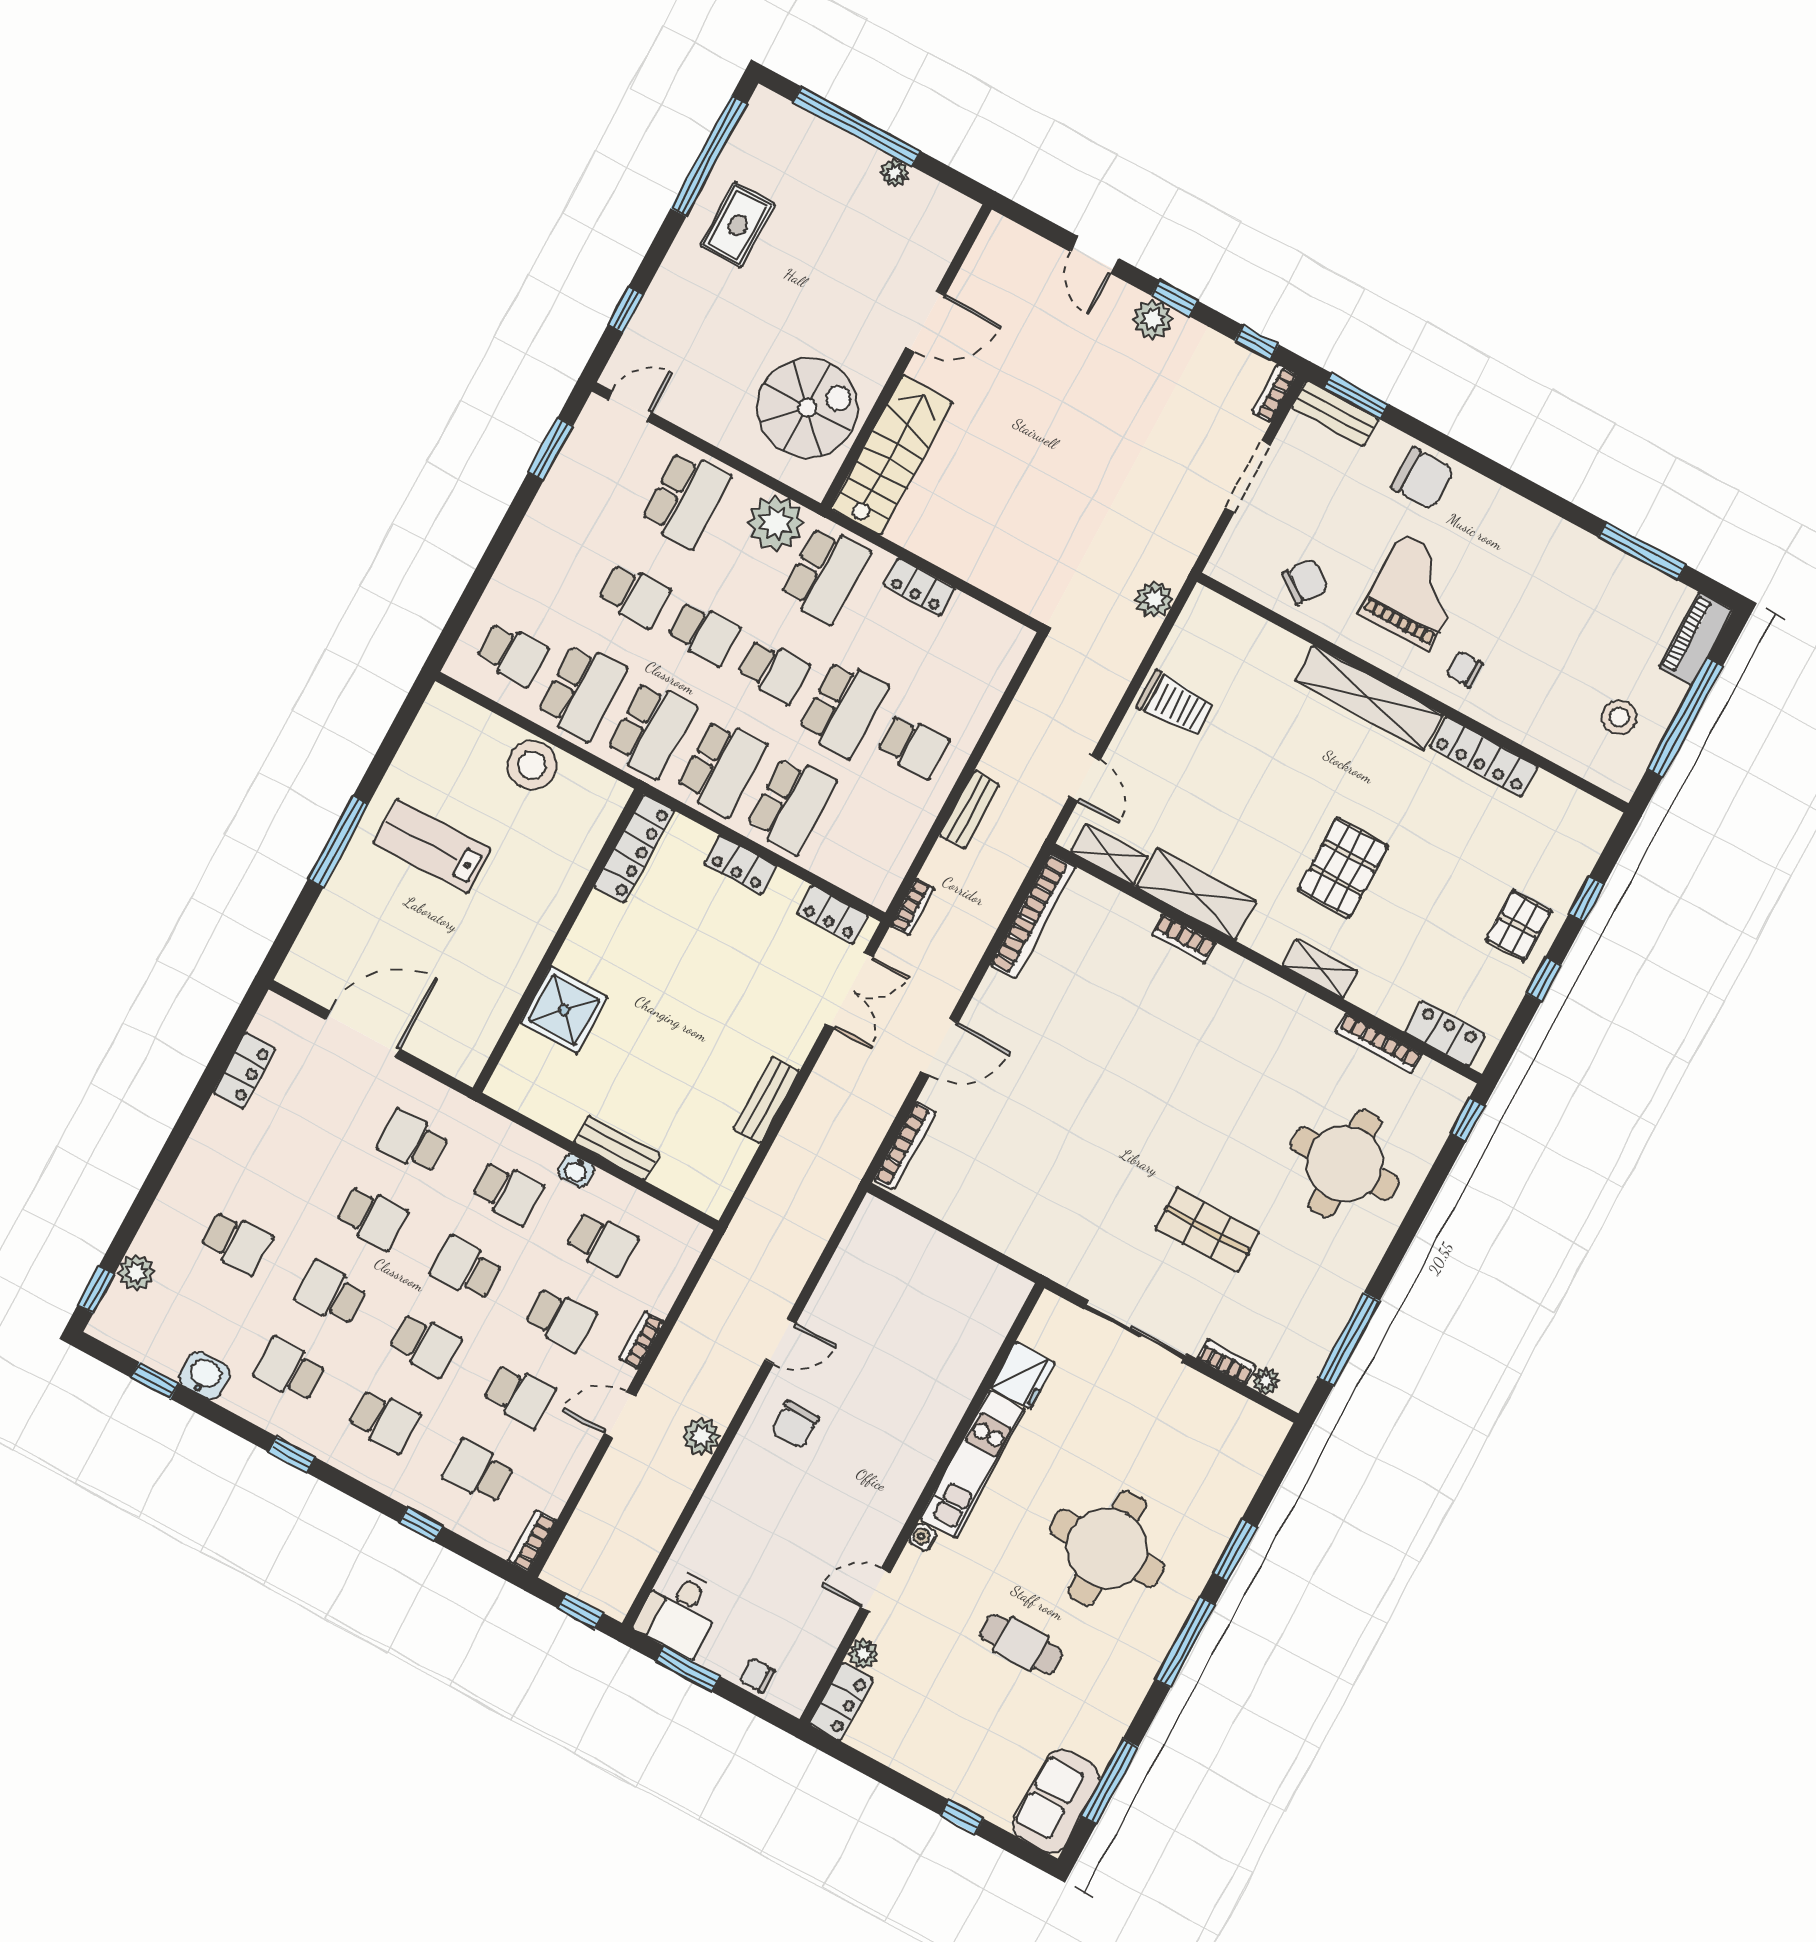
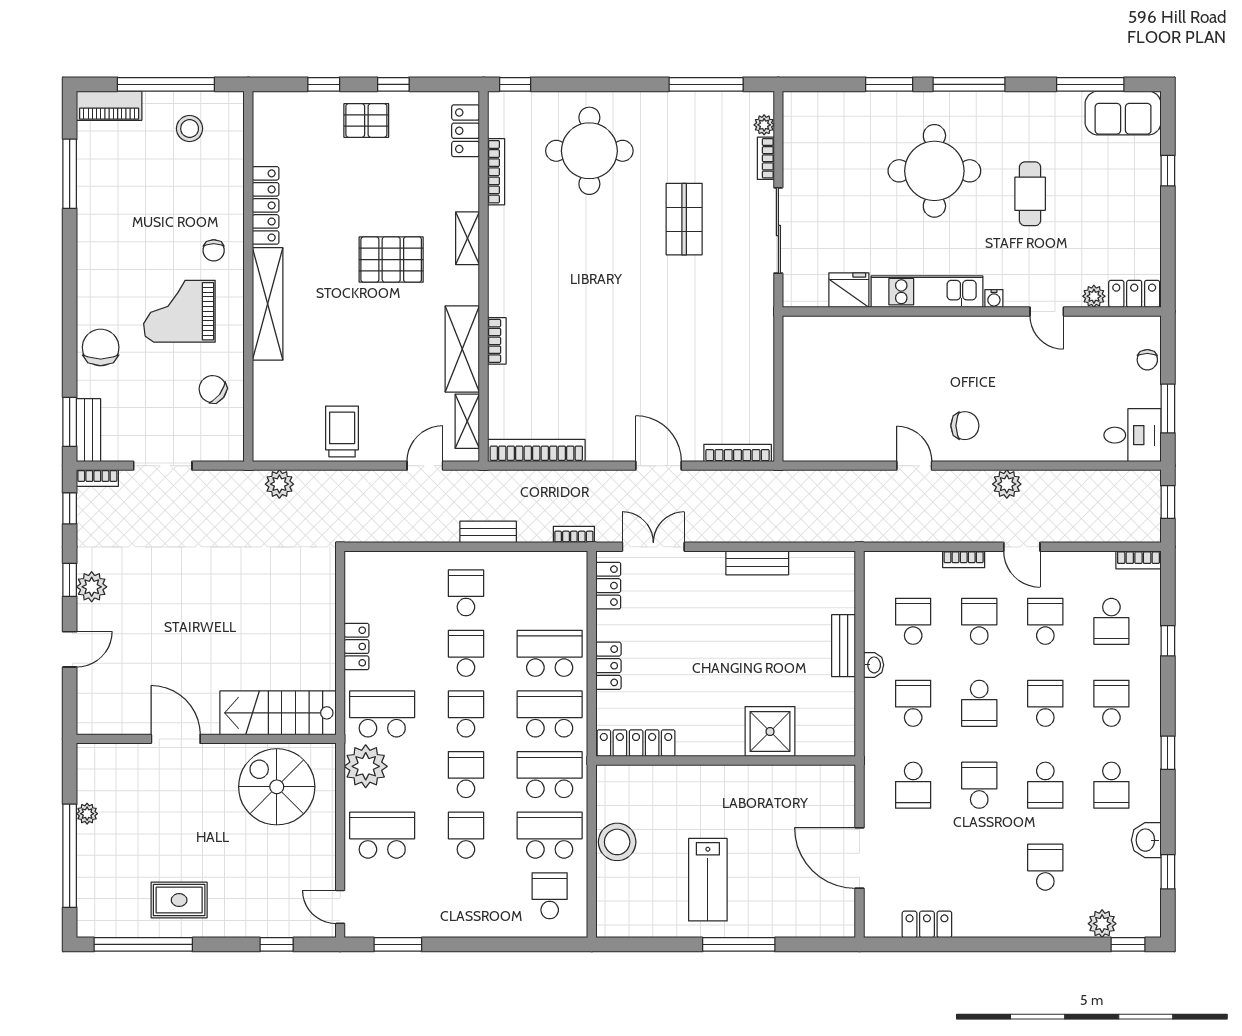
school desk: (843, 709) -> (466, 653), width x0.54

